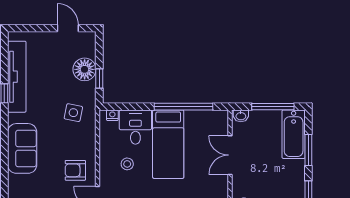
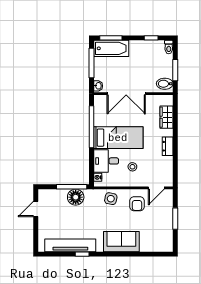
floor lamp: (85, 69) -> (76, 197), moved
window: (99, 79) -> (72, 187), width x2.17
side table: (73, 113) -> (111, 199), moved
window: (308, 150) -> (111, 38), moved
double door: (230, 155) -> (126, 94), width x1.37

